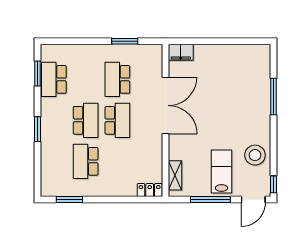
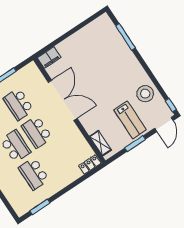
window: (274, 97) -> (126, 37), moved
school desk: (117, 120) -> (37, 132), turned 180
lab bench: (221, 172) -> (130, 120), turned 180
window: (210, 200) -> (135, 144), width x0.69

